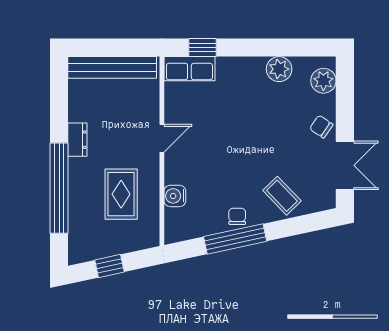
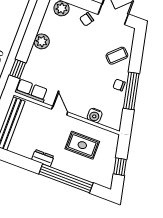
row of seats: (189, 69) -> (31, 91), moved, turned -90
plant: (279, 69) -> (42, 41), moved

